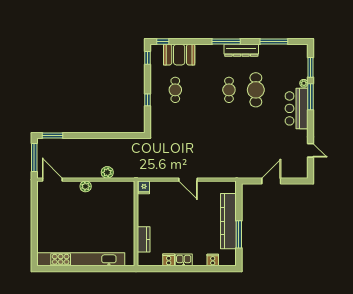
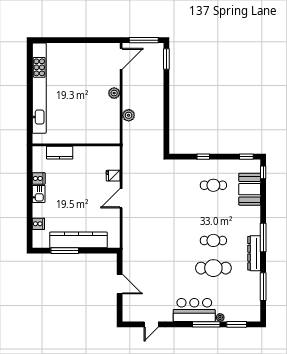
fridge: (144, 187) -> (113, 176), moved

